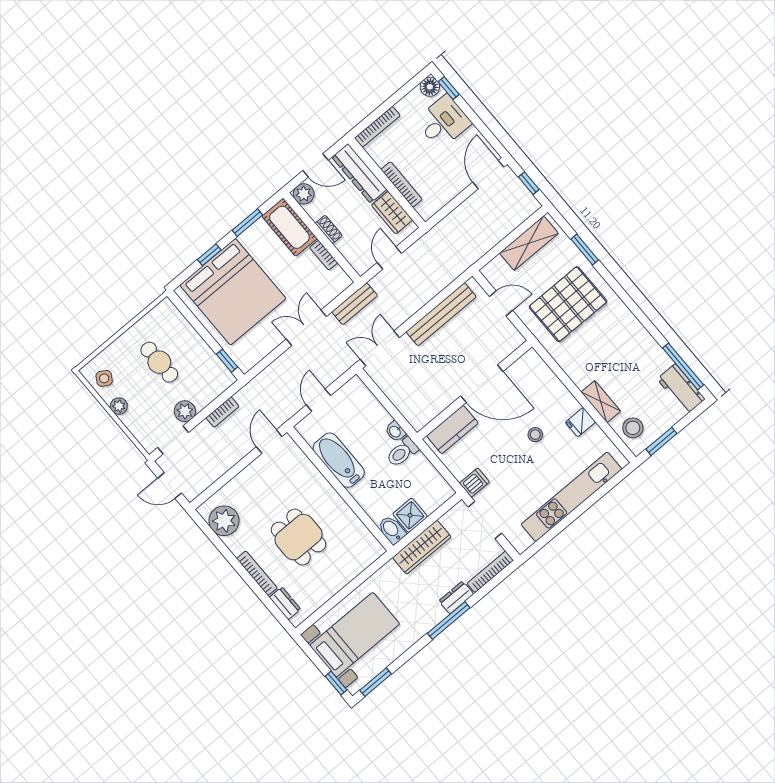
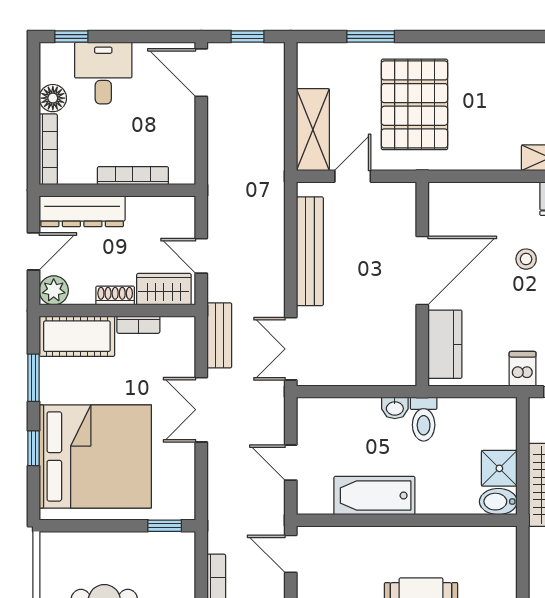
floor lamp: (430, 87) -> (53, 98), moved
wardrobe: (392, 213) -> (164, 289), moved, turned 180
shelving: (529, 243) -> (313, 130), moved

